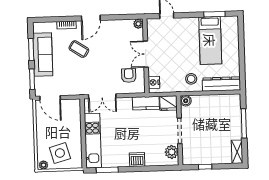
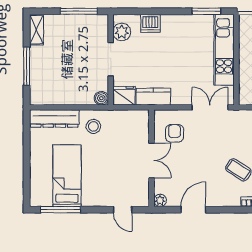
window: (214, 14) -> (60, 210), width x1.44
door: (91, 18) -> (193, 210), moved
armchair: (129, 76) -> (175, 133), turned 180
nightstand: (154, 82) -> (142, 123), removed
dishwasher: (137, 160) -> (150, 23), moved
window: (205, 167) -> (79, 11), width x2.17

